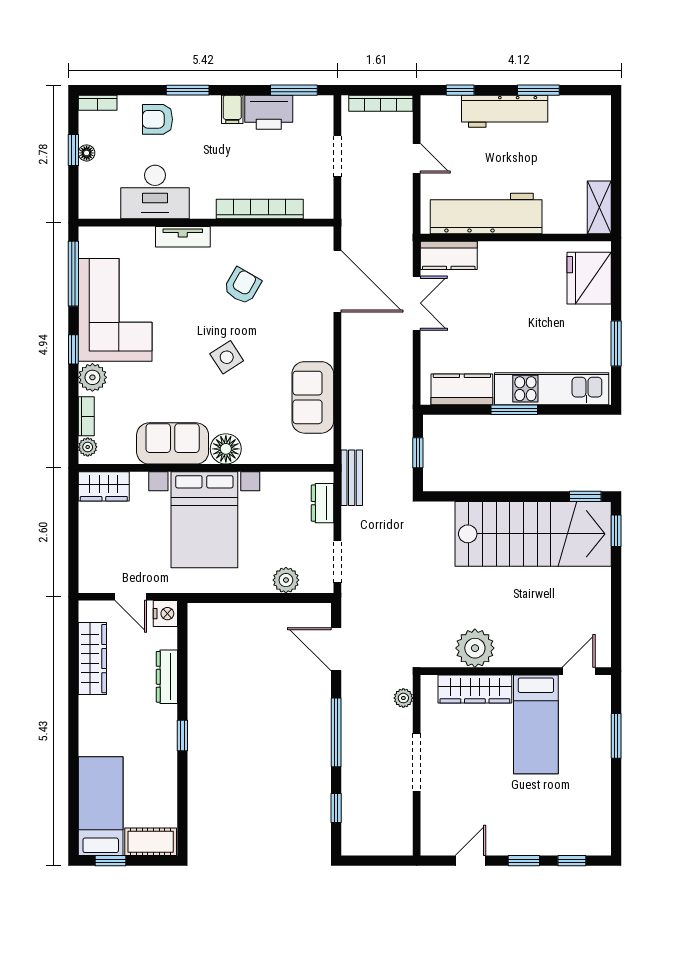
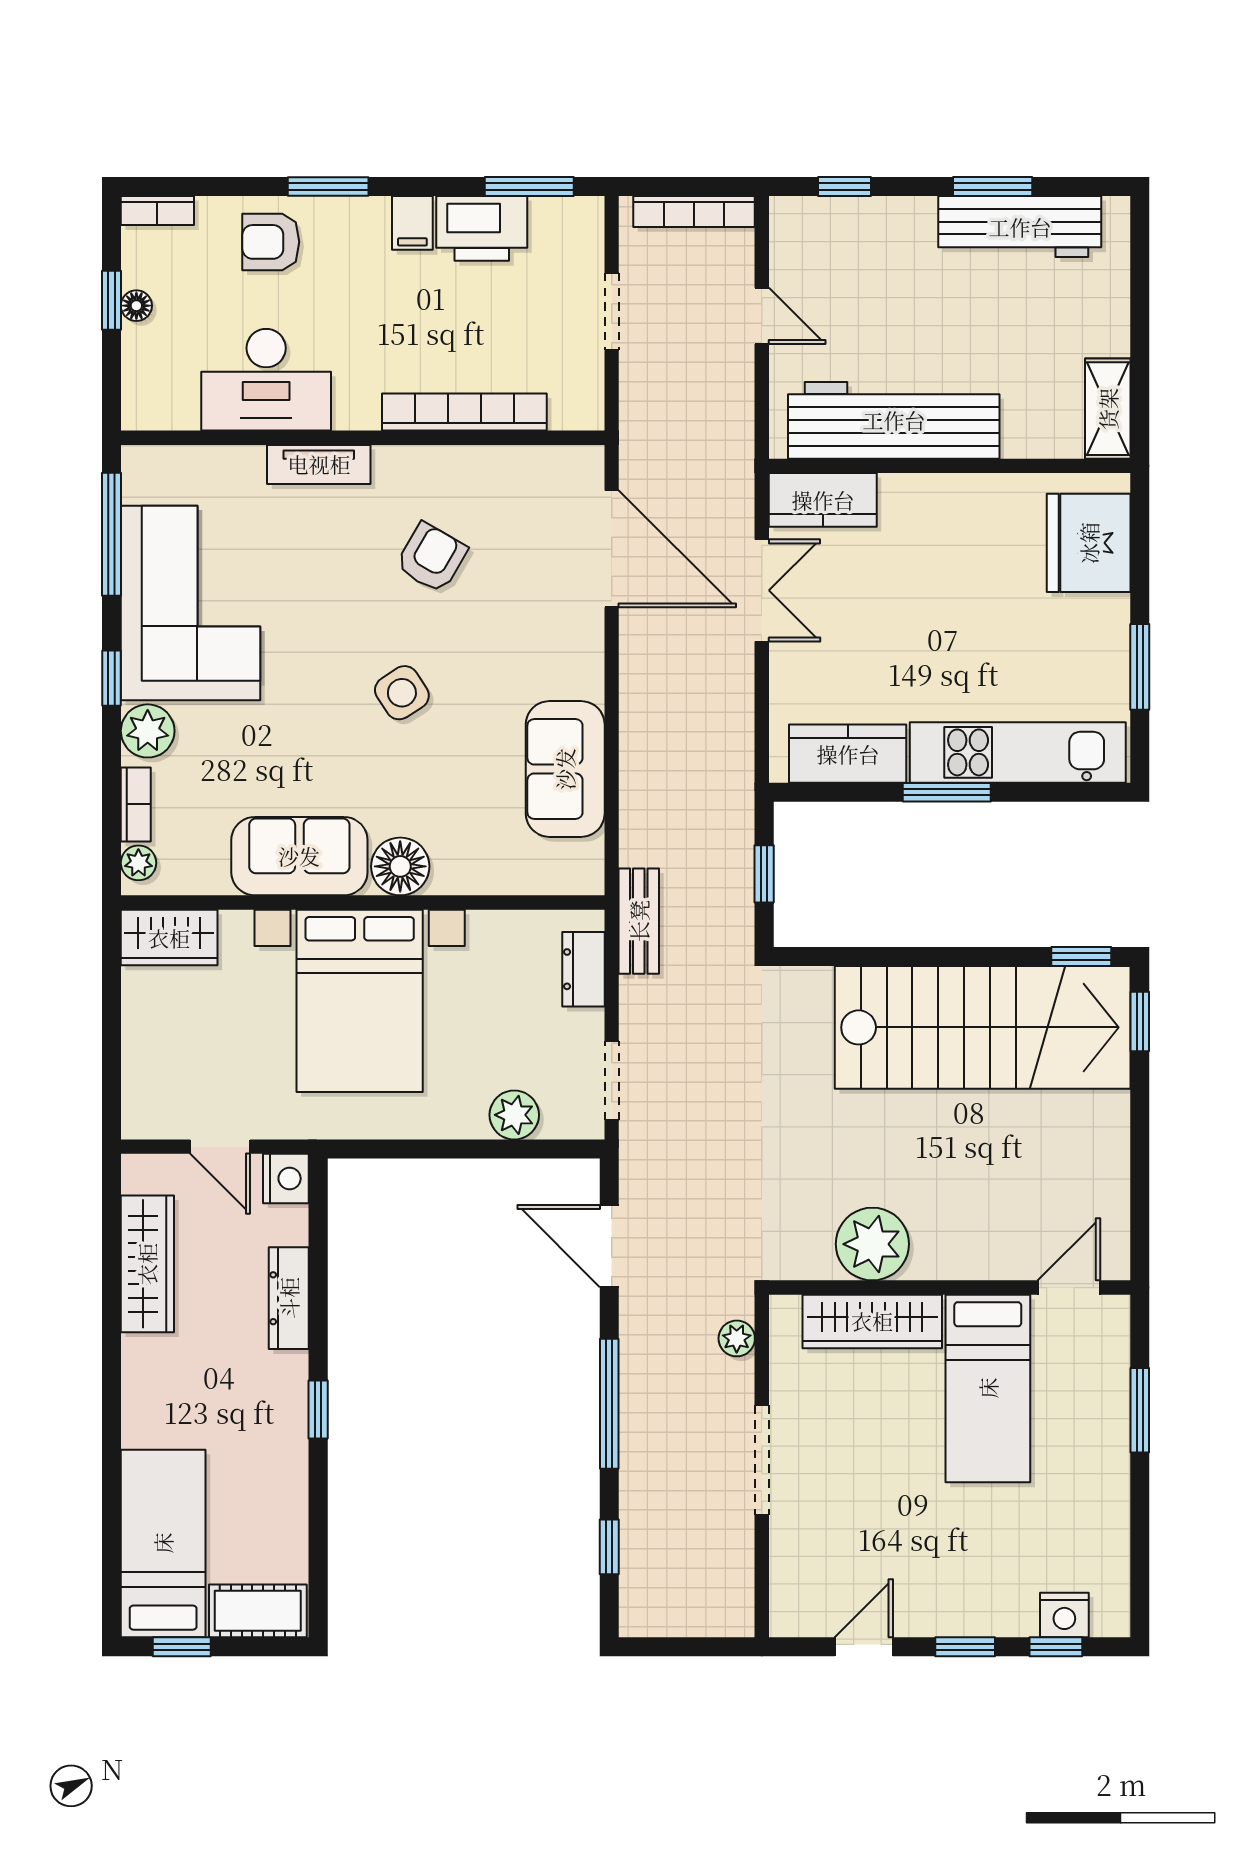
workbench: (505, 111) -> (1020, 227), moved
nightstand: (576, 844) -> (1064, 1615), added

